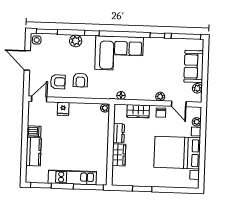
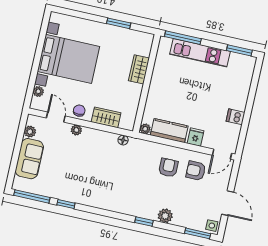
corner sofa: (119, 53) -> (116, 191), removed
dresser: (119, 133) -> (134, 95), removed
kitchen counter: (34, 152) -> (169, 131), moved, turned 90

